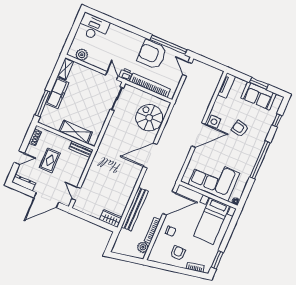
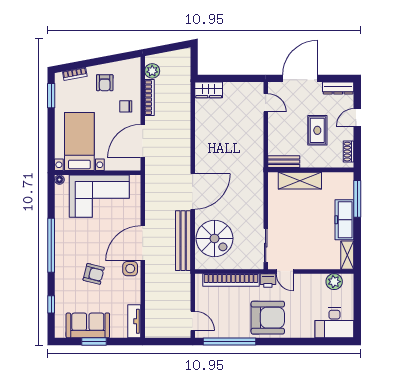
armchair: (152, 54) -> (268, 318), moved
bench: (135, 209) -> (183, 241), moved

